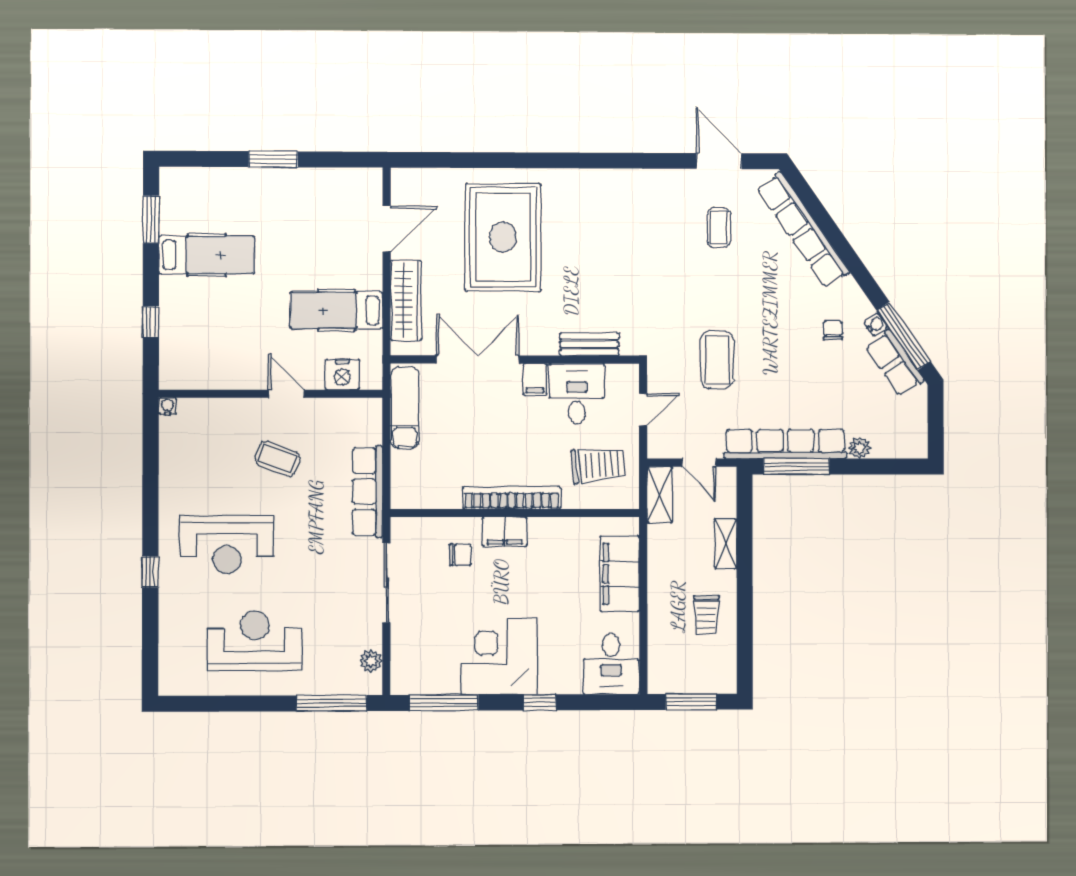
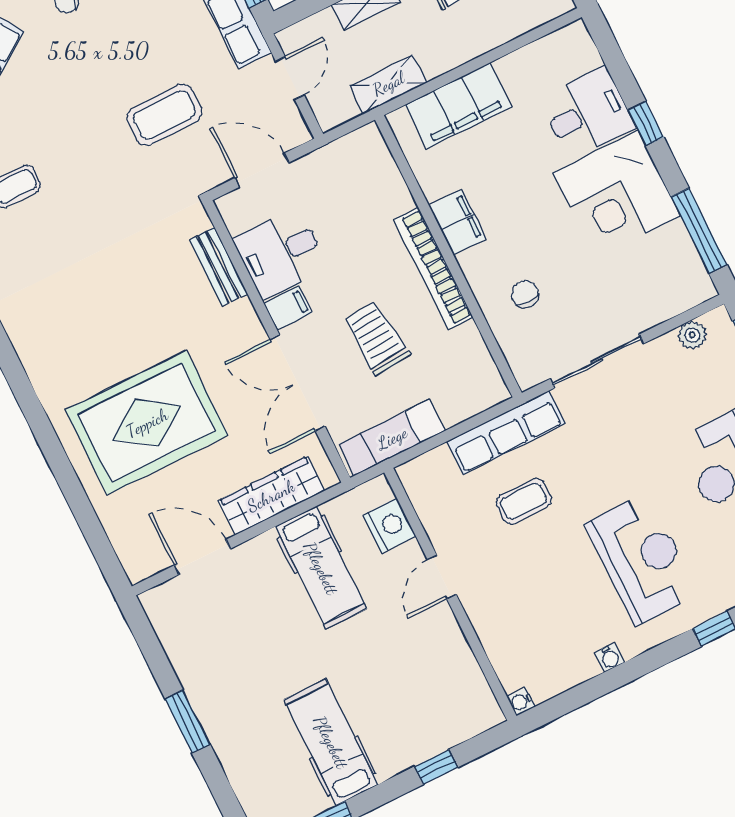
door: (643, 410) -> (262, 170), width x1.38
coffee table: (278, 459) -> (524, 501), moved, turned 69
trolley: (598, 465) -> (376, 338), moved
water cooler: (168, 486) -> (610, 657), added
shelving: (660, 495) -> (388, 84), moved
filing cabinet: (505, 532) -> (457, 222), moved
desk: (611, 664) -> (587, 113), moved

